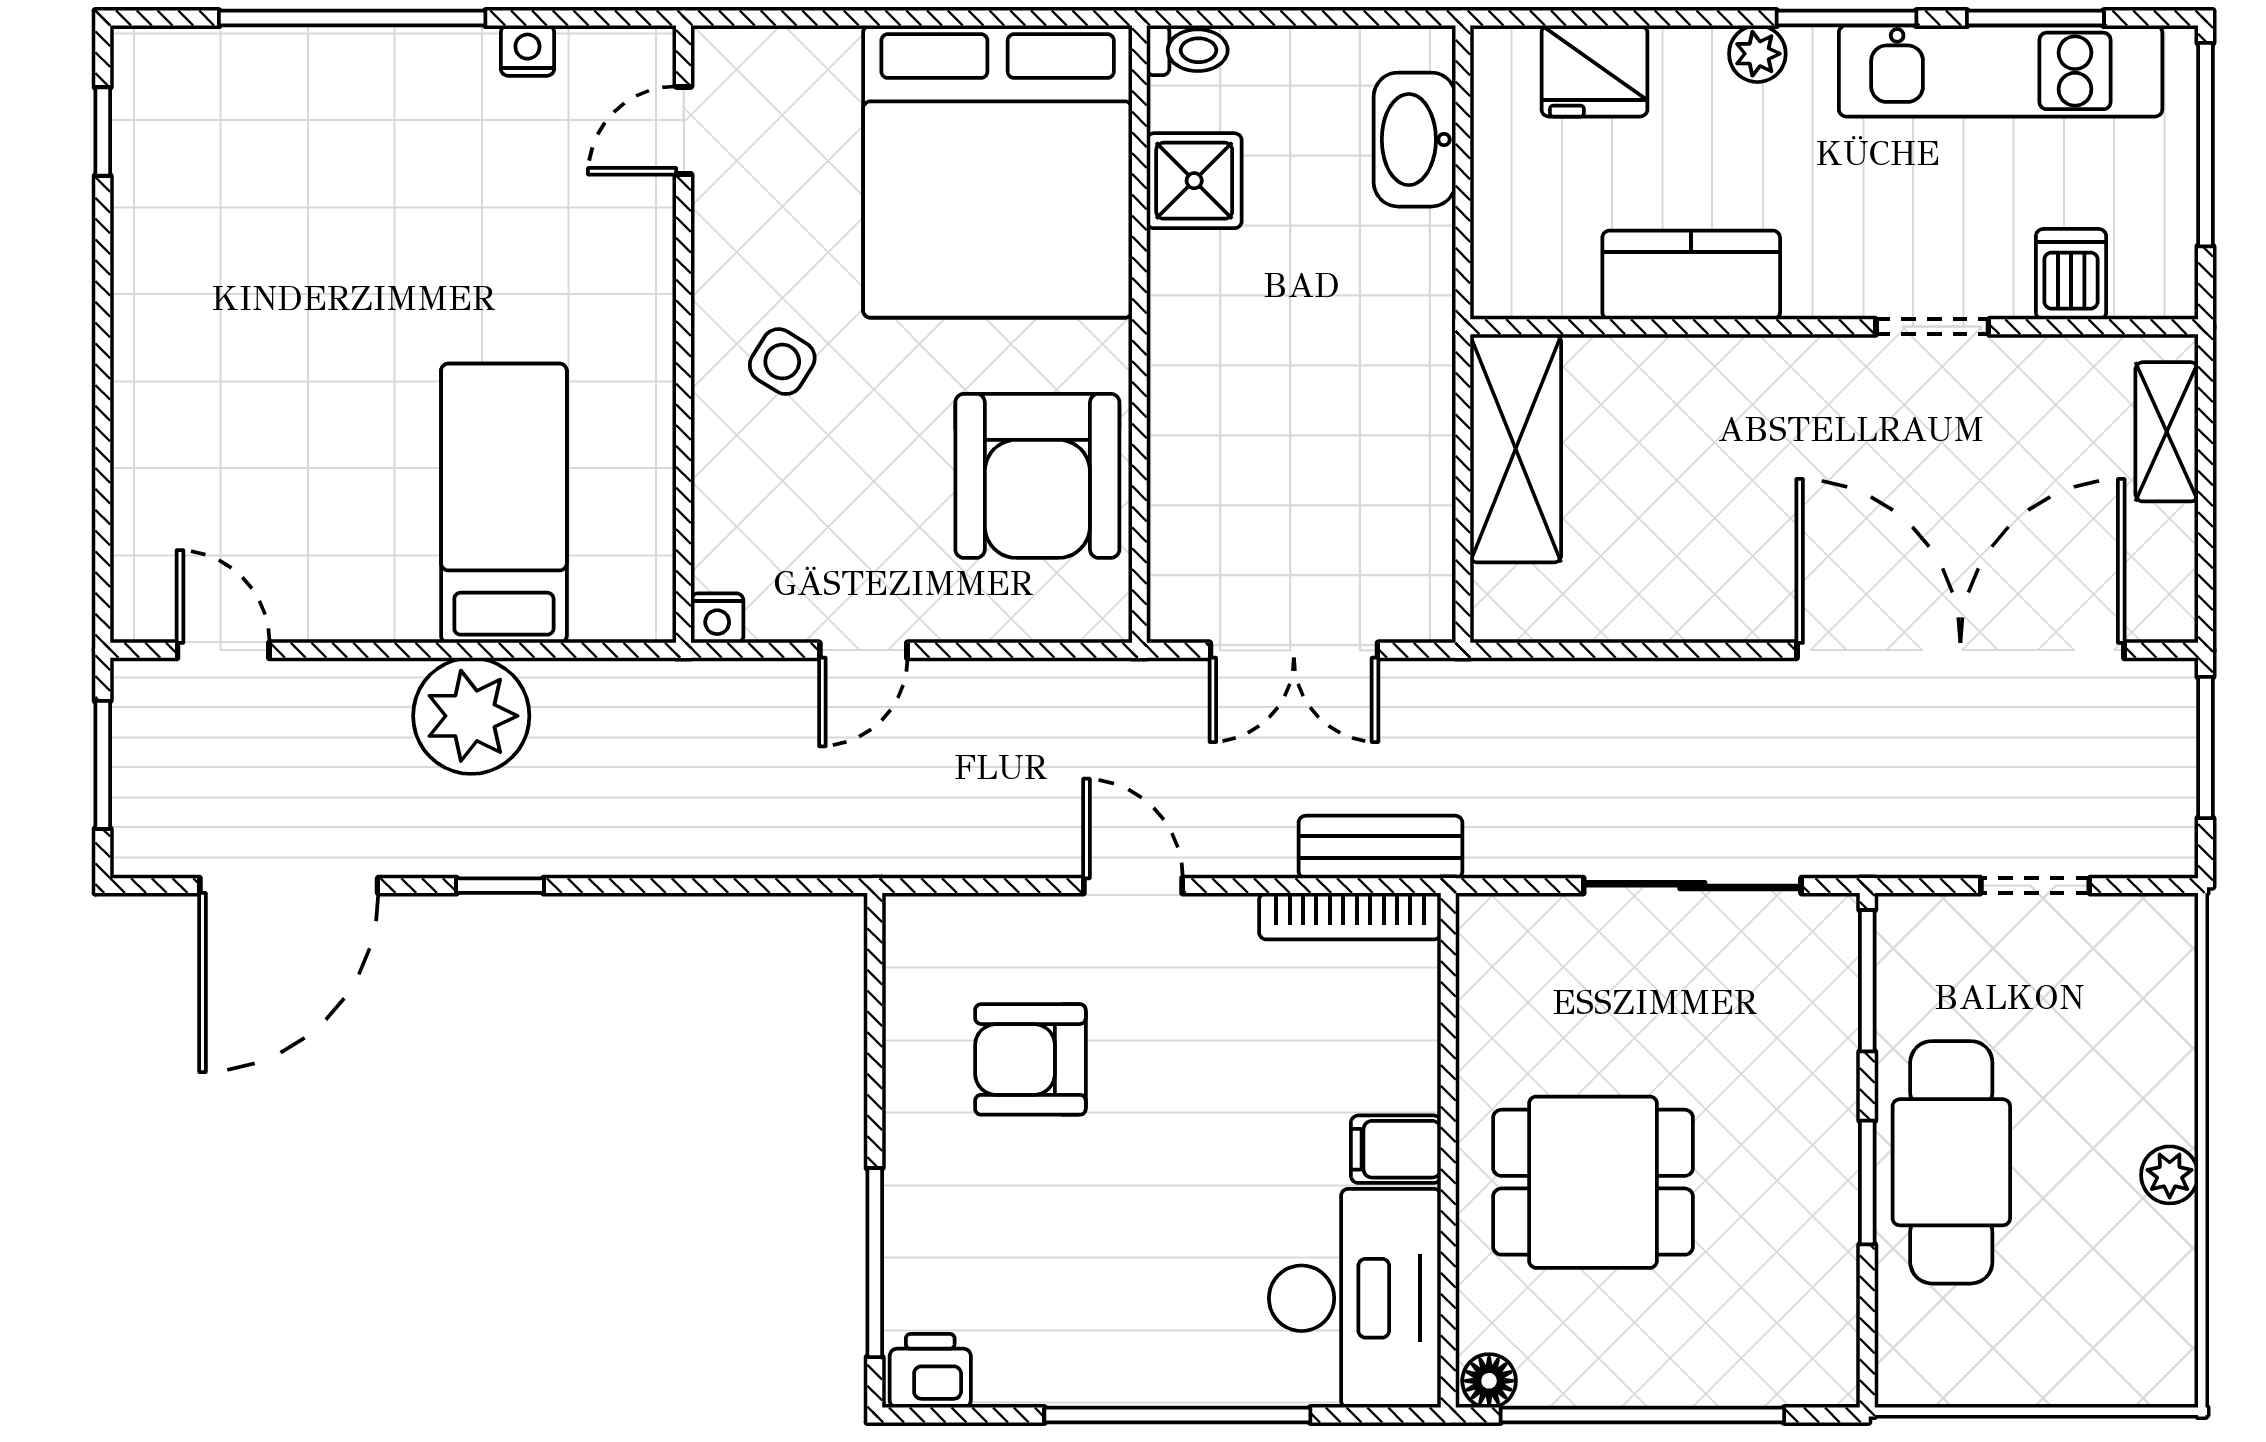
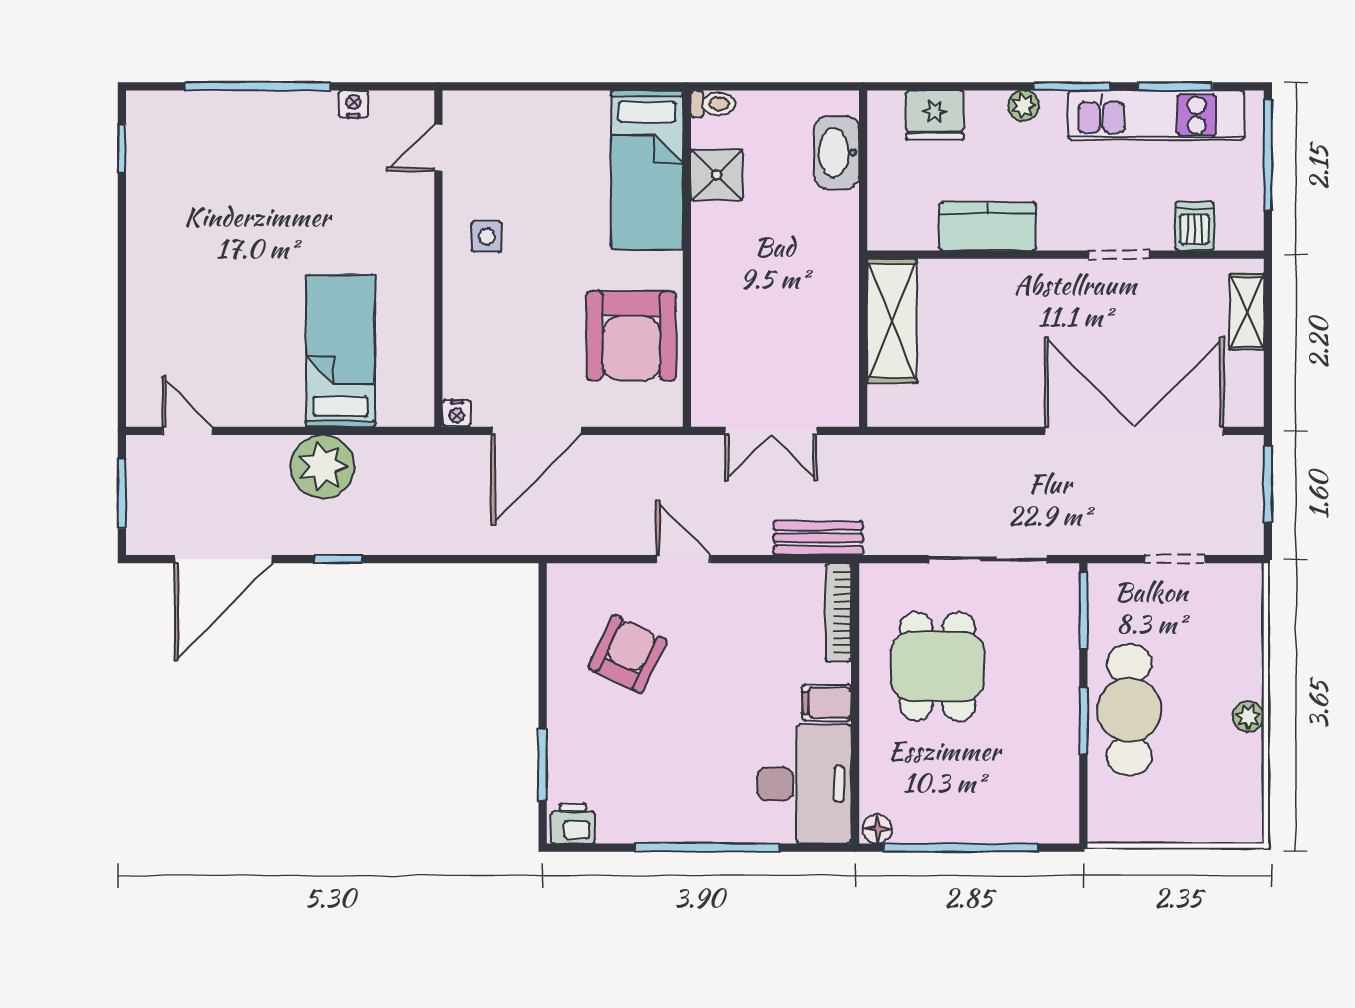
bed: (998, 172) -> (647, 170), width x0.49
side table: (782, 362) -> (487, 237), moved, turned -32
door: (863, 650) -> (536, 431), width x1.88
bookcase: (1350, 916) -> (838, 613), moved, turned 90
armchair: (1030, 1059) -> (627, 654), turned 116
dining table: (1593, 1182) -> (937, 666), moved, turned 90
window: (875, 1263) -> (543, 765), width x0.69

